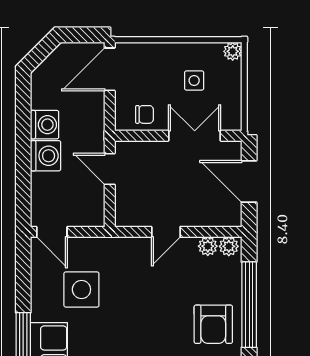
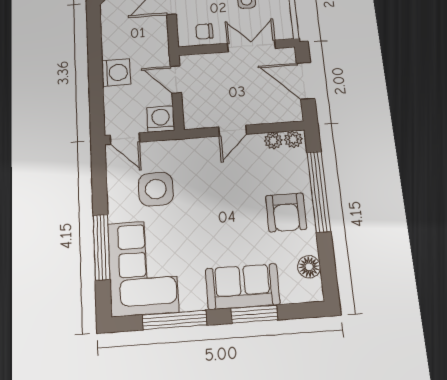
chair: (145, 114) -> (204, 31), turned 180
washing machine: (45, 125) -> (161, 119), moved, turned -90

